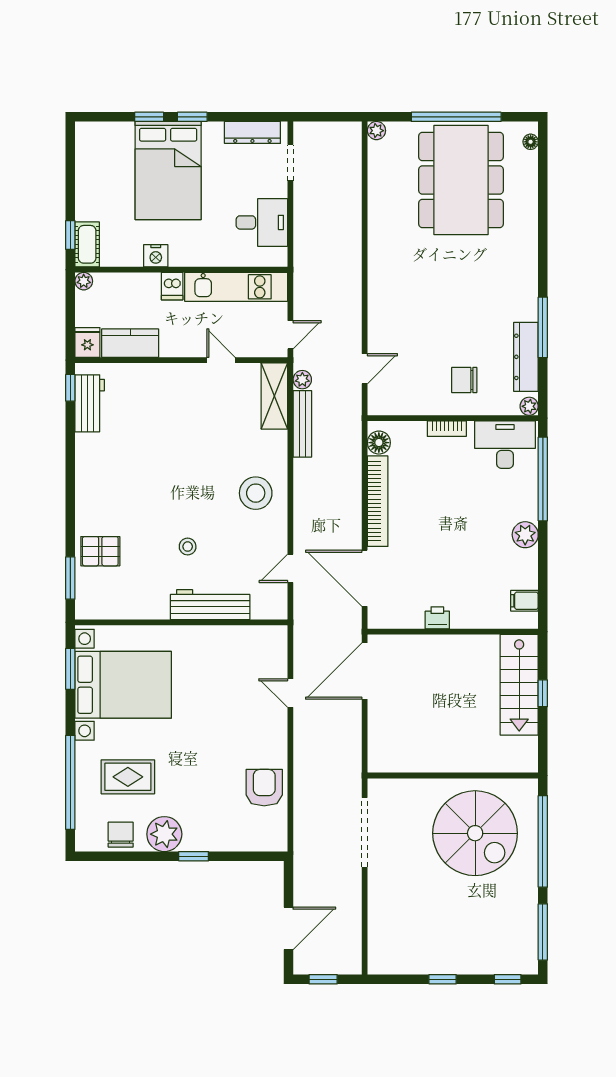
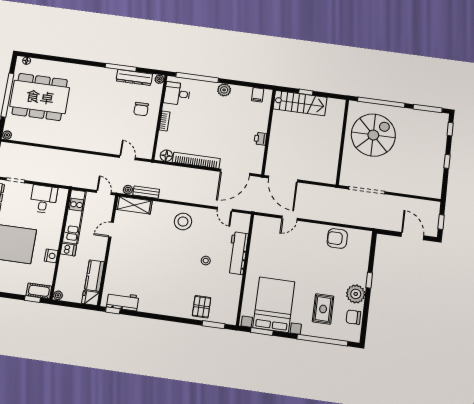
bench: (302, 424) -> (146, 192), width x0.73
desk: (505, 445) -> (177, 94), width x0.73

